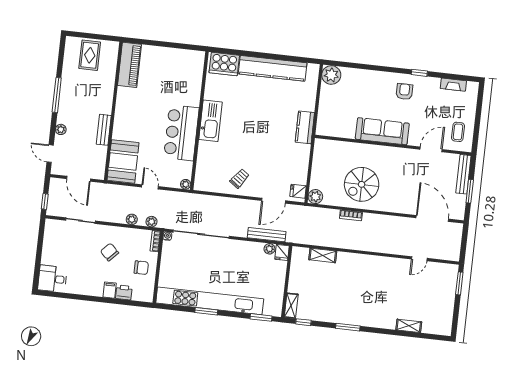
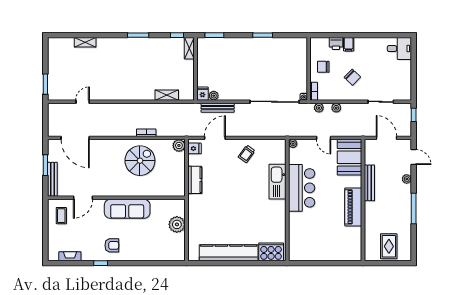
piano: (130, 65) -> (353, 207), moved
plant: (331, 75) -> (177, 224), moved
armchair: (404, 92) -> (112, 245), turned -90
kitchen sink: (211, 121) -> (277, 182), moved
kitchen counter: (305, 127) -> (195, 180), moved
bench: (104, 130) -> (369, 183), width x1.36
kitchen unit: (210, 301) -> (261, 45), removed

